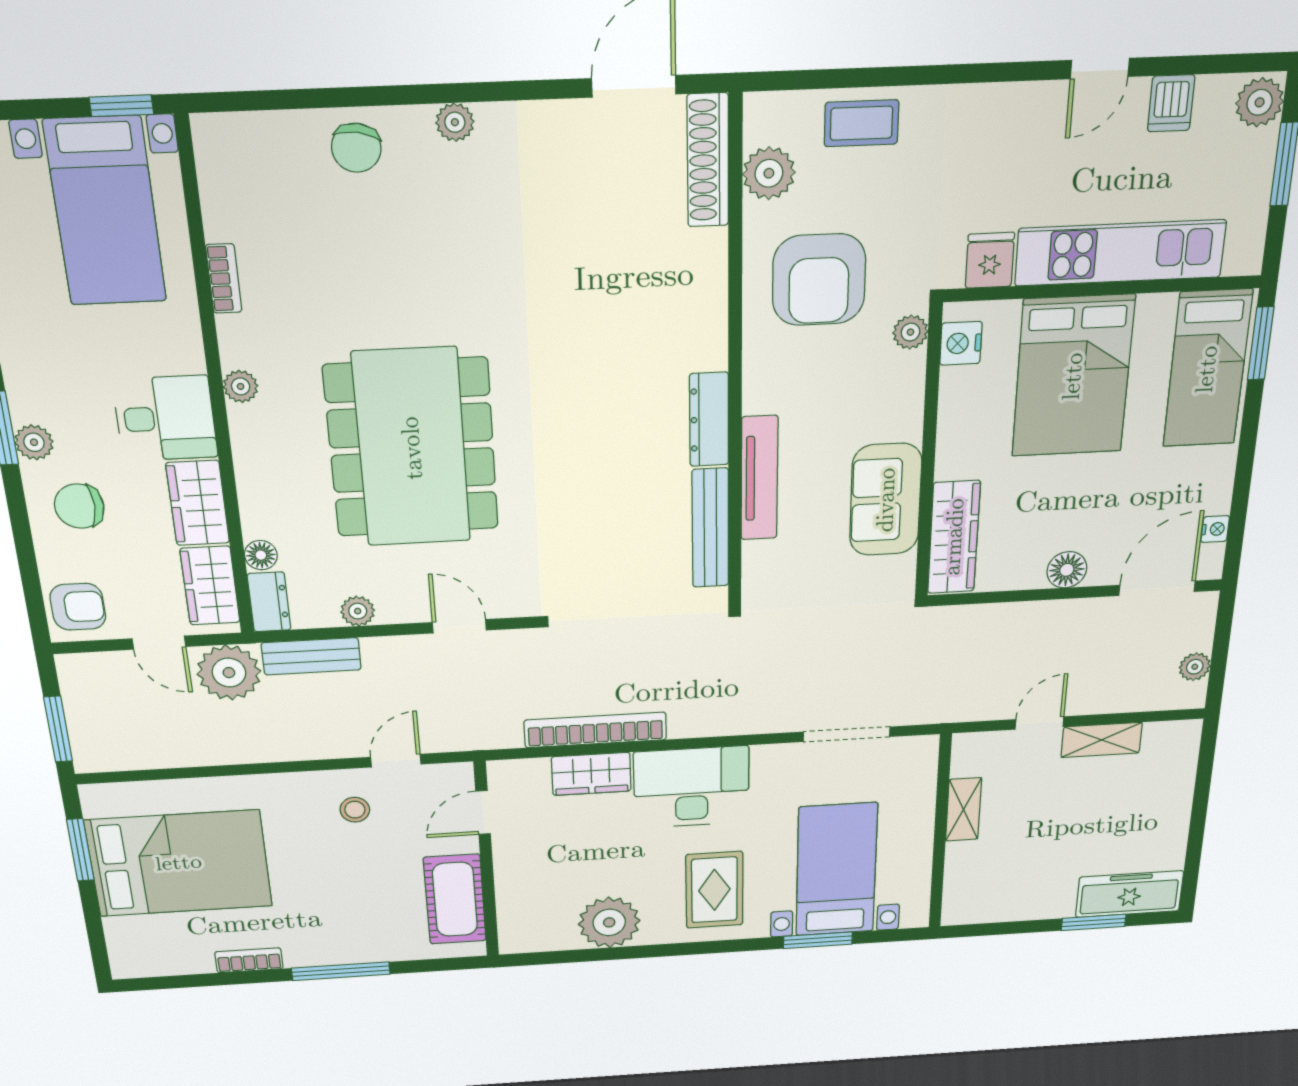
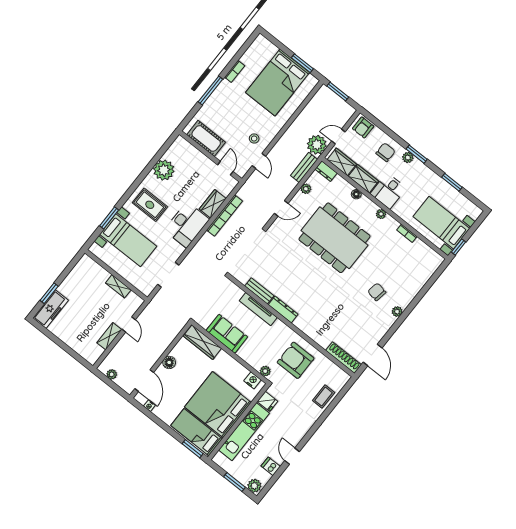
chair: (356, 148) -> (377, 292), moved
plant: (769, 173) -> (329, 368), removed
bed: (1073, 376) -> (218, 405), width x1.36
bench: (710, 528) -> (259, 291), width x0.73
floor lamp: (261, 555) -> (356, 194), moved

